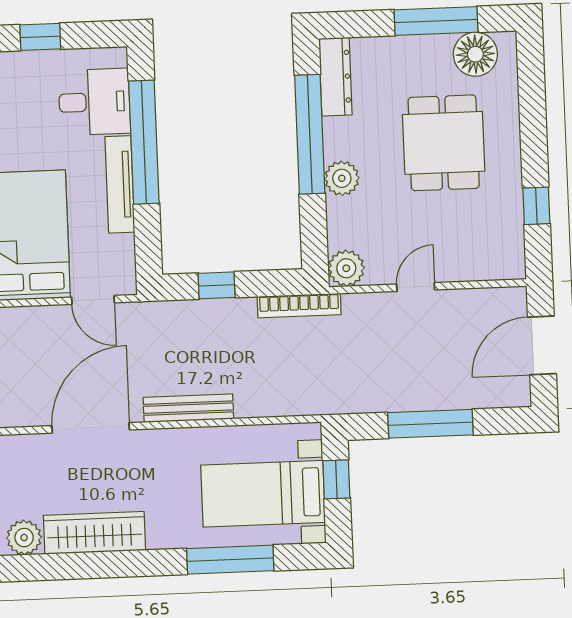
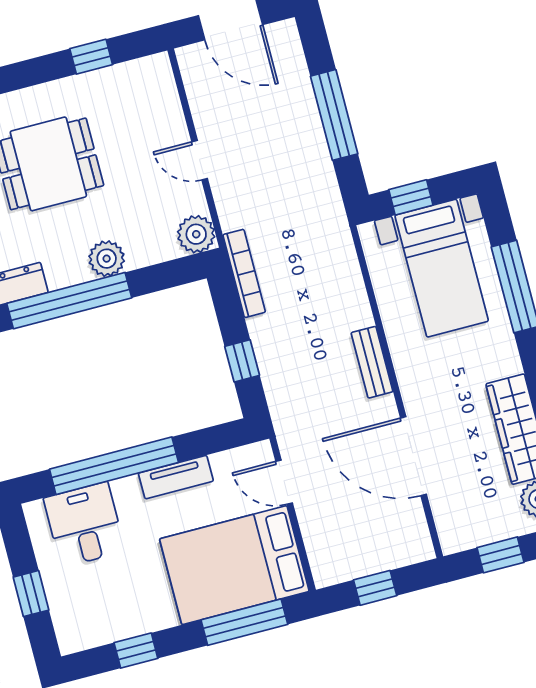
tv unit: (120, 184) -> (176, 477), width x0.71
door: (93, 300) -> (284, 482), swing flipped
bench: (188, 408) -> (372, 362), width x0.73

